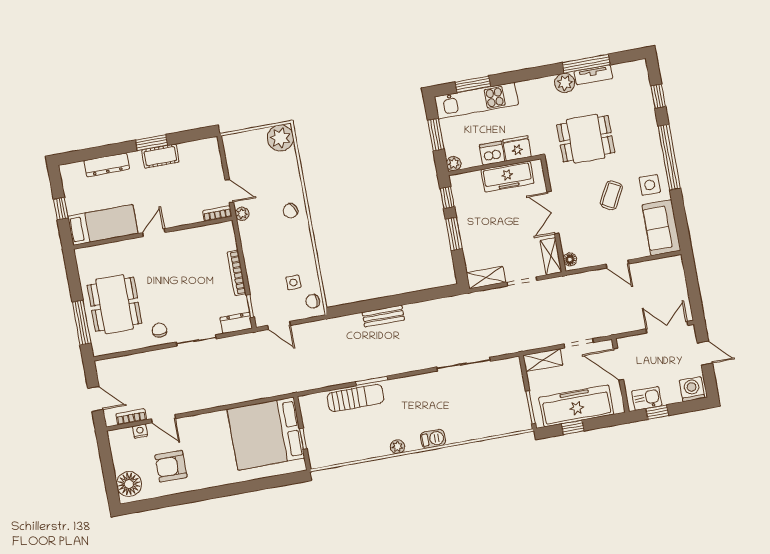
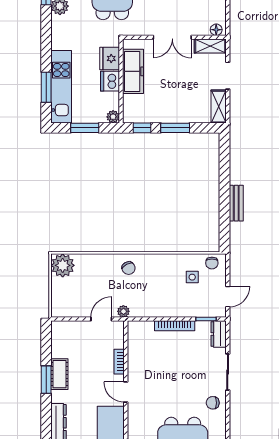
bookcase: (217, 214) -> (119, 362), moved

